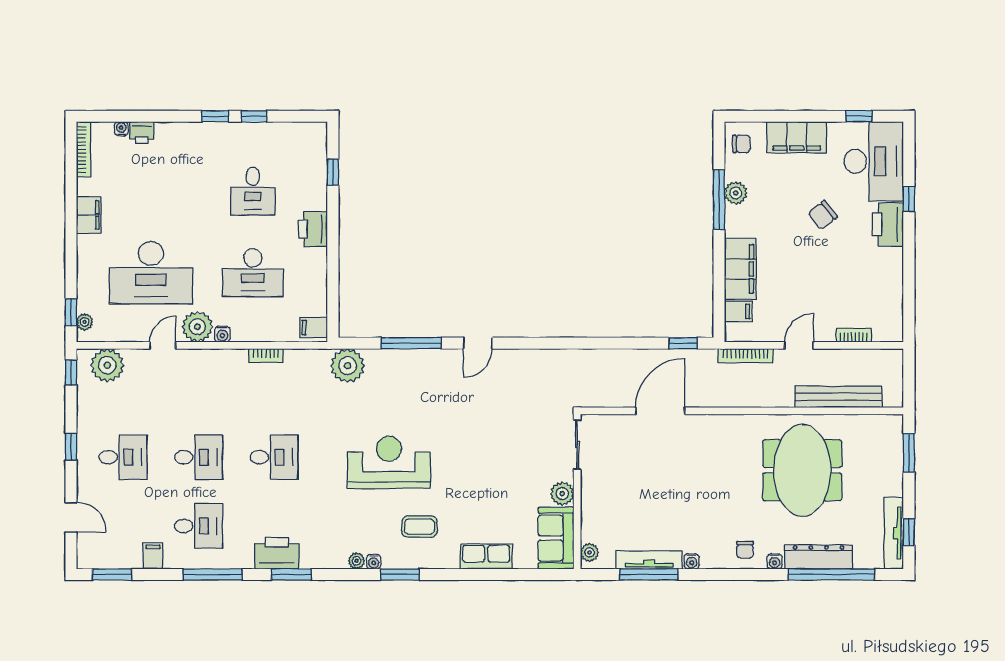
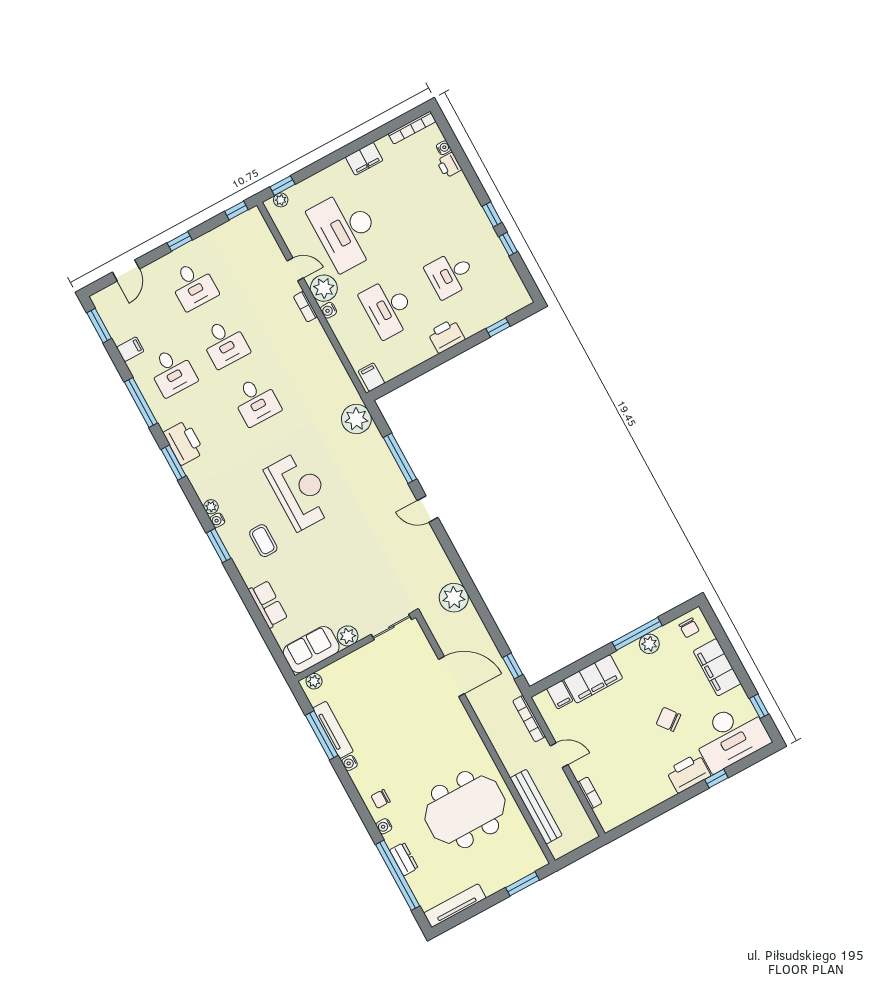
bookcase: (266, 355) -> (305, 307), moved
plant: (107, 365) -> (454, 598), moved
window: (909, 532) -> (462, 917), removed
dresser: (819, 557) -> (404, 859), width x0.51, depth x0.80

